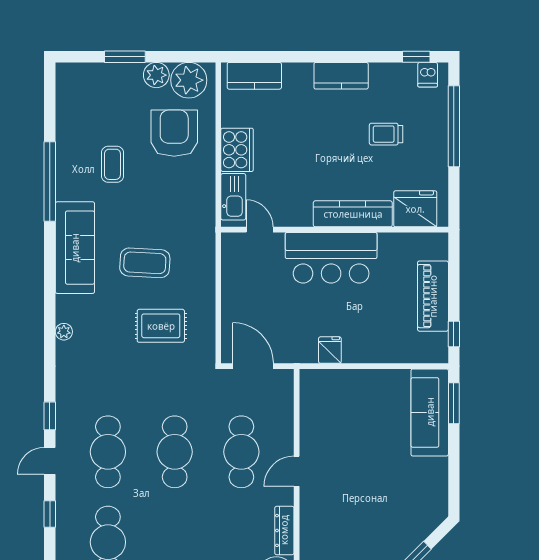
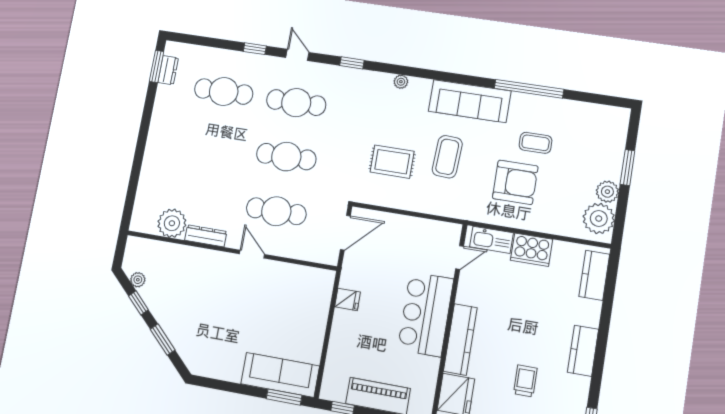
armchair: (174, 133) -> (515, 182), moved
rug: (161, 326) -> (392, 162), turned 90
window: (50, 416) -> (352, 63), moved

